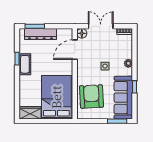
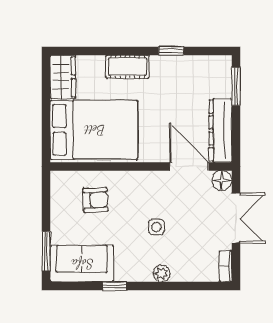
dresser: (40, 34) -> (220, 130), moved
cot: (25, 64) -> (127, 67), moved
armchair: (91, 96) -> (95, 200), width x0.53, depth x0.53
sofa: (123, 98) -> (82, 264), width x0.73

